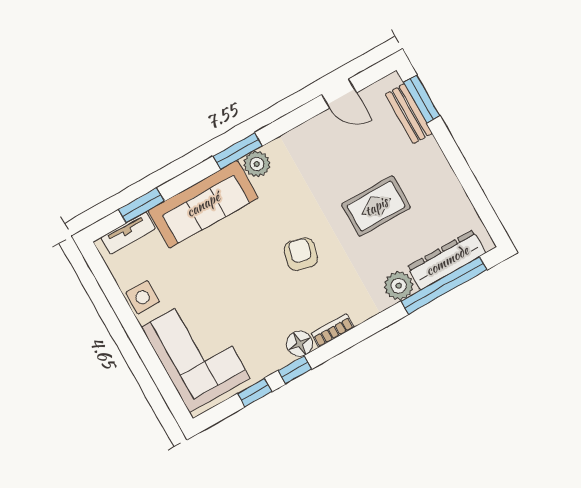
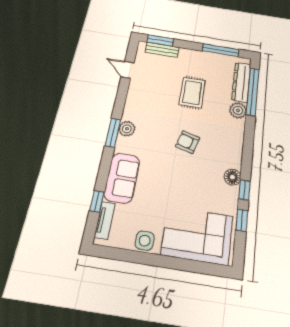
door: (339, 94) -> (128, 70), swing flipped
window: (476, 194) -> (221, 50), added
sofa: (203, 204) -> (122, 178), width x0.73
window: (141, 205) -> (97, 201), width x0.67
bookcase: (333, 330) -> (237, 156), removed

